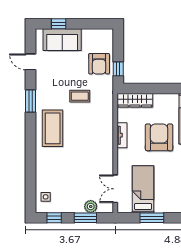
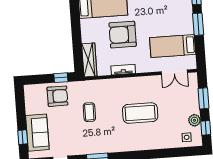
coffee table: (53, 128) -> (140, 113), moved
plant: (91, 206) -> (194, 120), moved
window: (152, 218) -> (198, 24), moved

